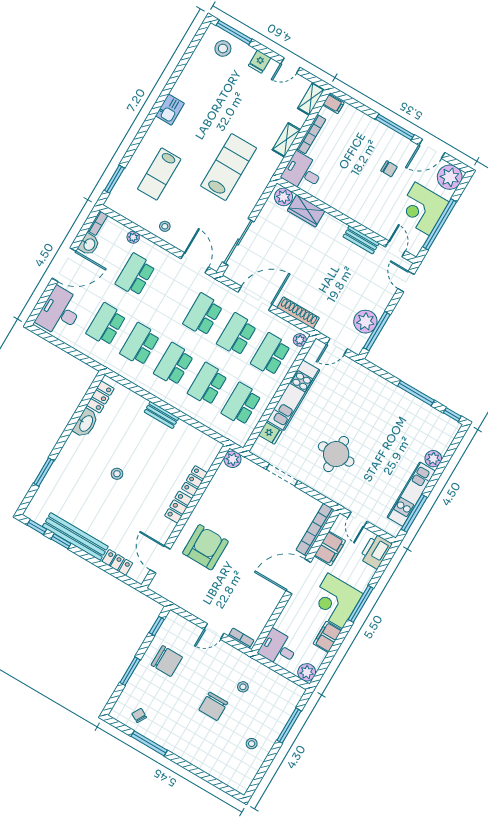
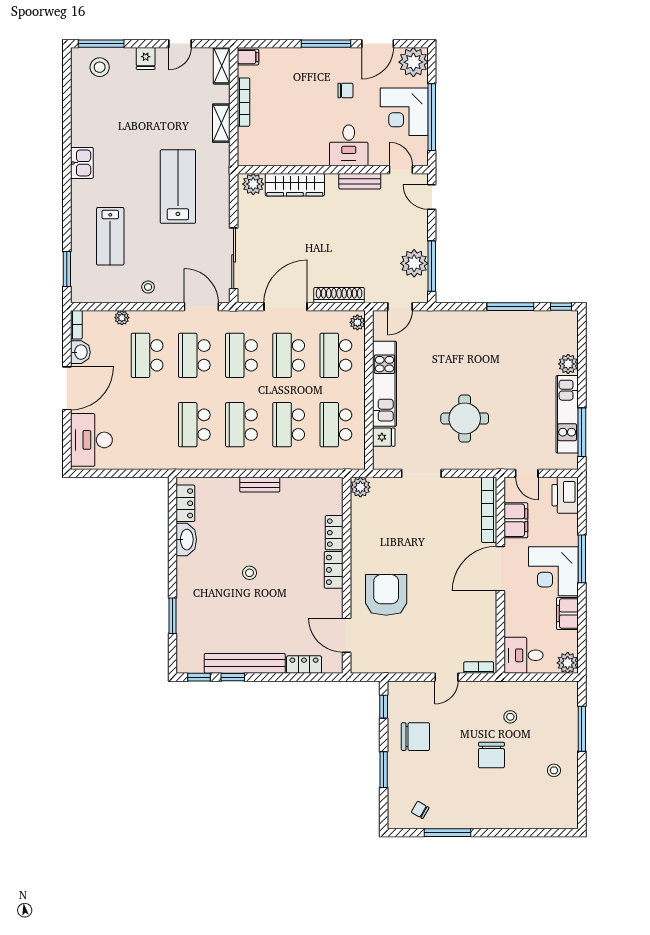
desk: (303, 172) -> (349, 145), moved, turned -90
wardrobe: (306, 211) -> (295, 185), width x1.50
school desk: (106, 324) -> (194, 355), moved

